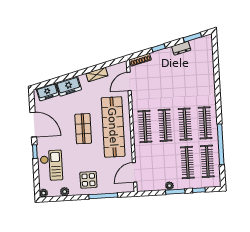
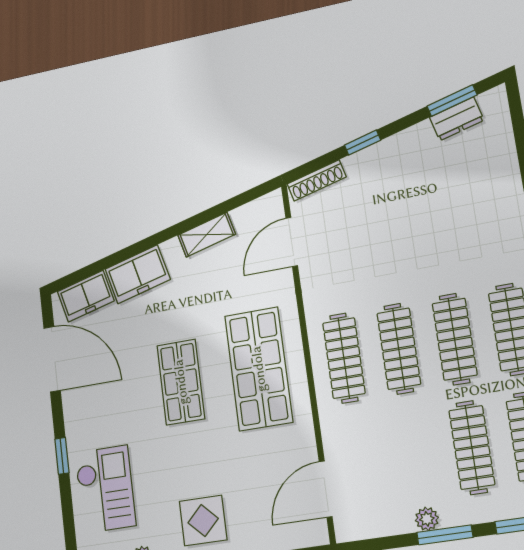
dresser: (181, 48) -> (457, 119), moved
door: (33, 125) -> (52, 359), moved
shop shelf: (113, 127) -> (259, 369), width x0.71

